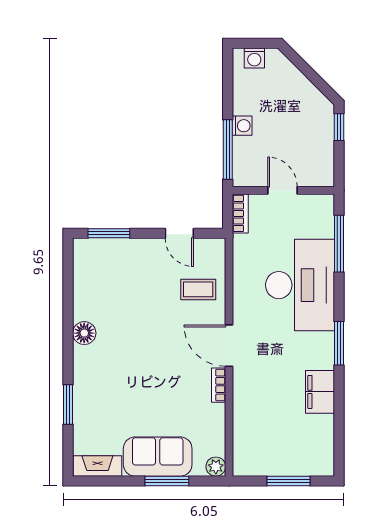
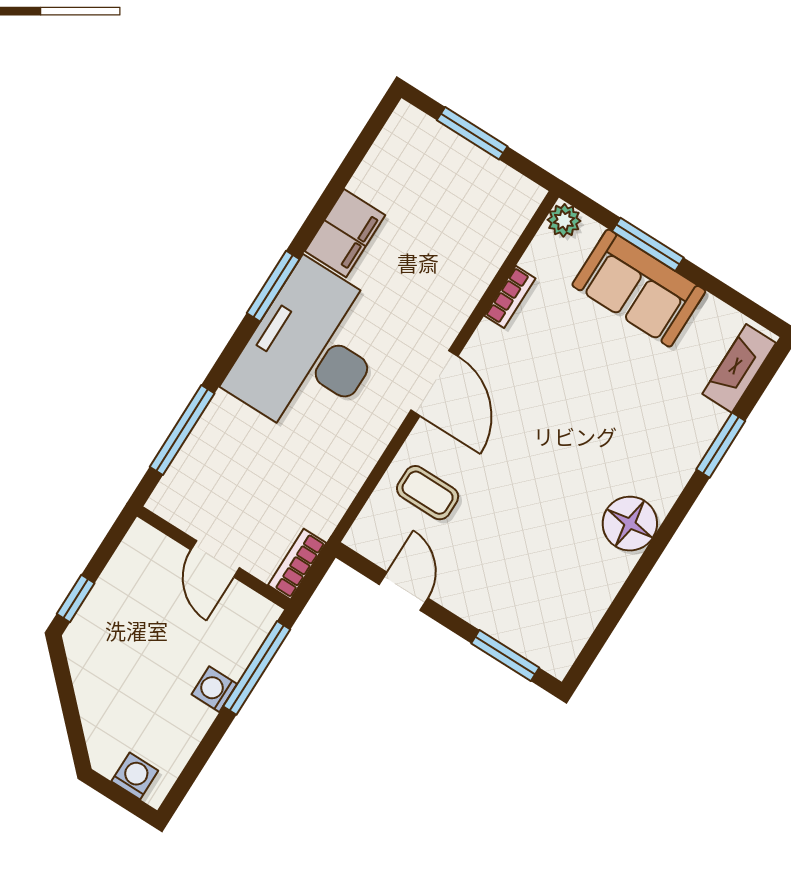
desk: (300, 285) -> (311, 352), moved
floor lamp: (84, 333) -> (630, 524), width x1.38, depth x1.38
bookcase: (219, 385) -> (510, 297), moved
fireplace: (97, 466) -> (739, 368), moved, turned 90

